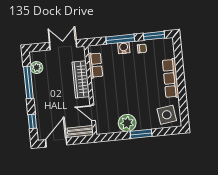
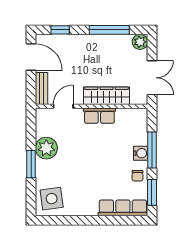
row of seats: (95, 65) -> (99, 116), moved
plant: (37, 68) -> (140, 42), moved
row of seats: (171, 78) -> (123, 208), moved

